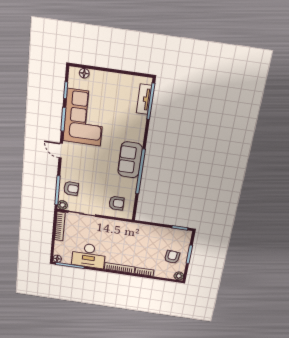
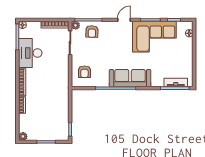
sofa: (130, 160) -> (130, 78), width x1.36
armchair: (172, 257) -> (41, 127), removed

